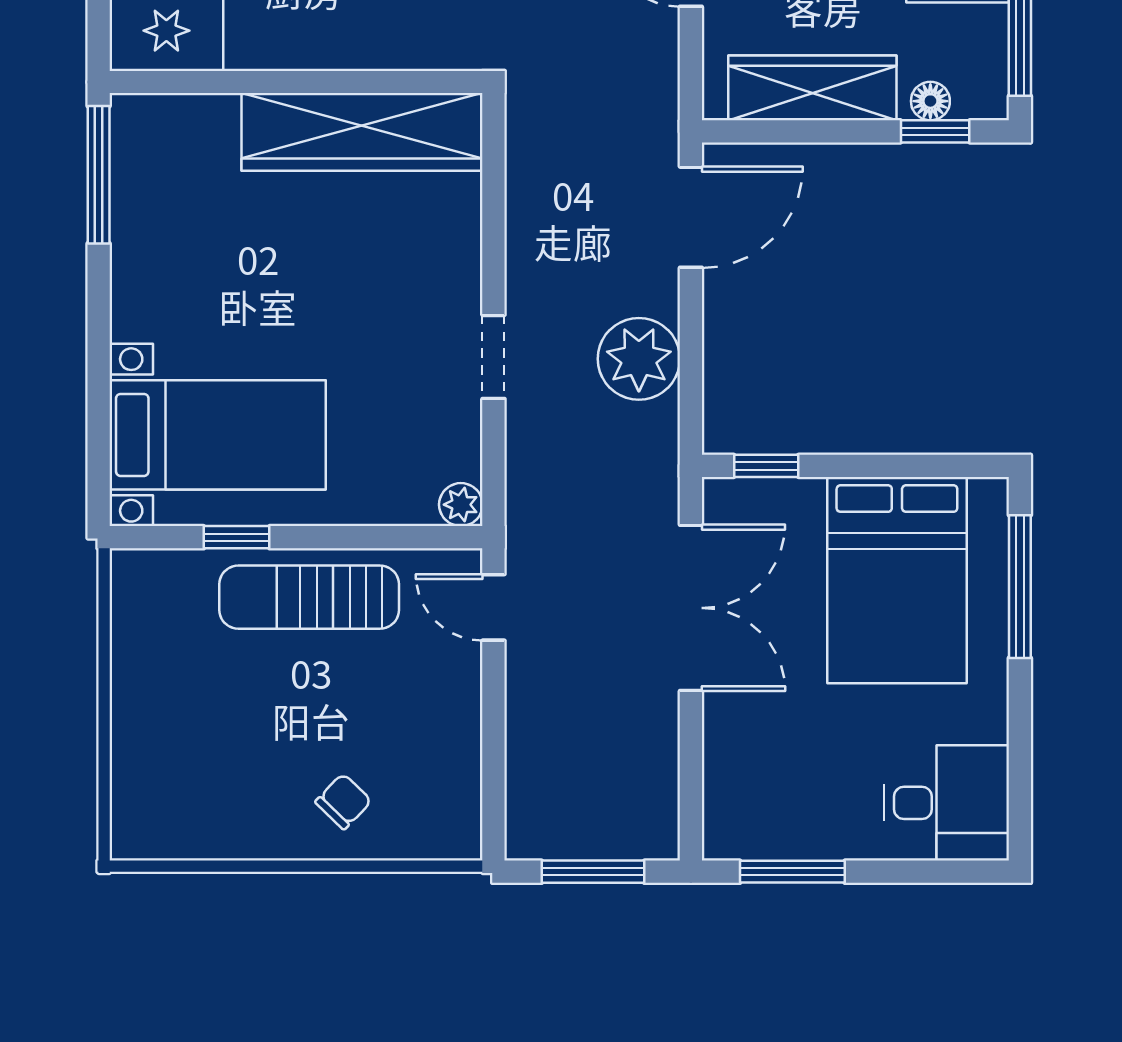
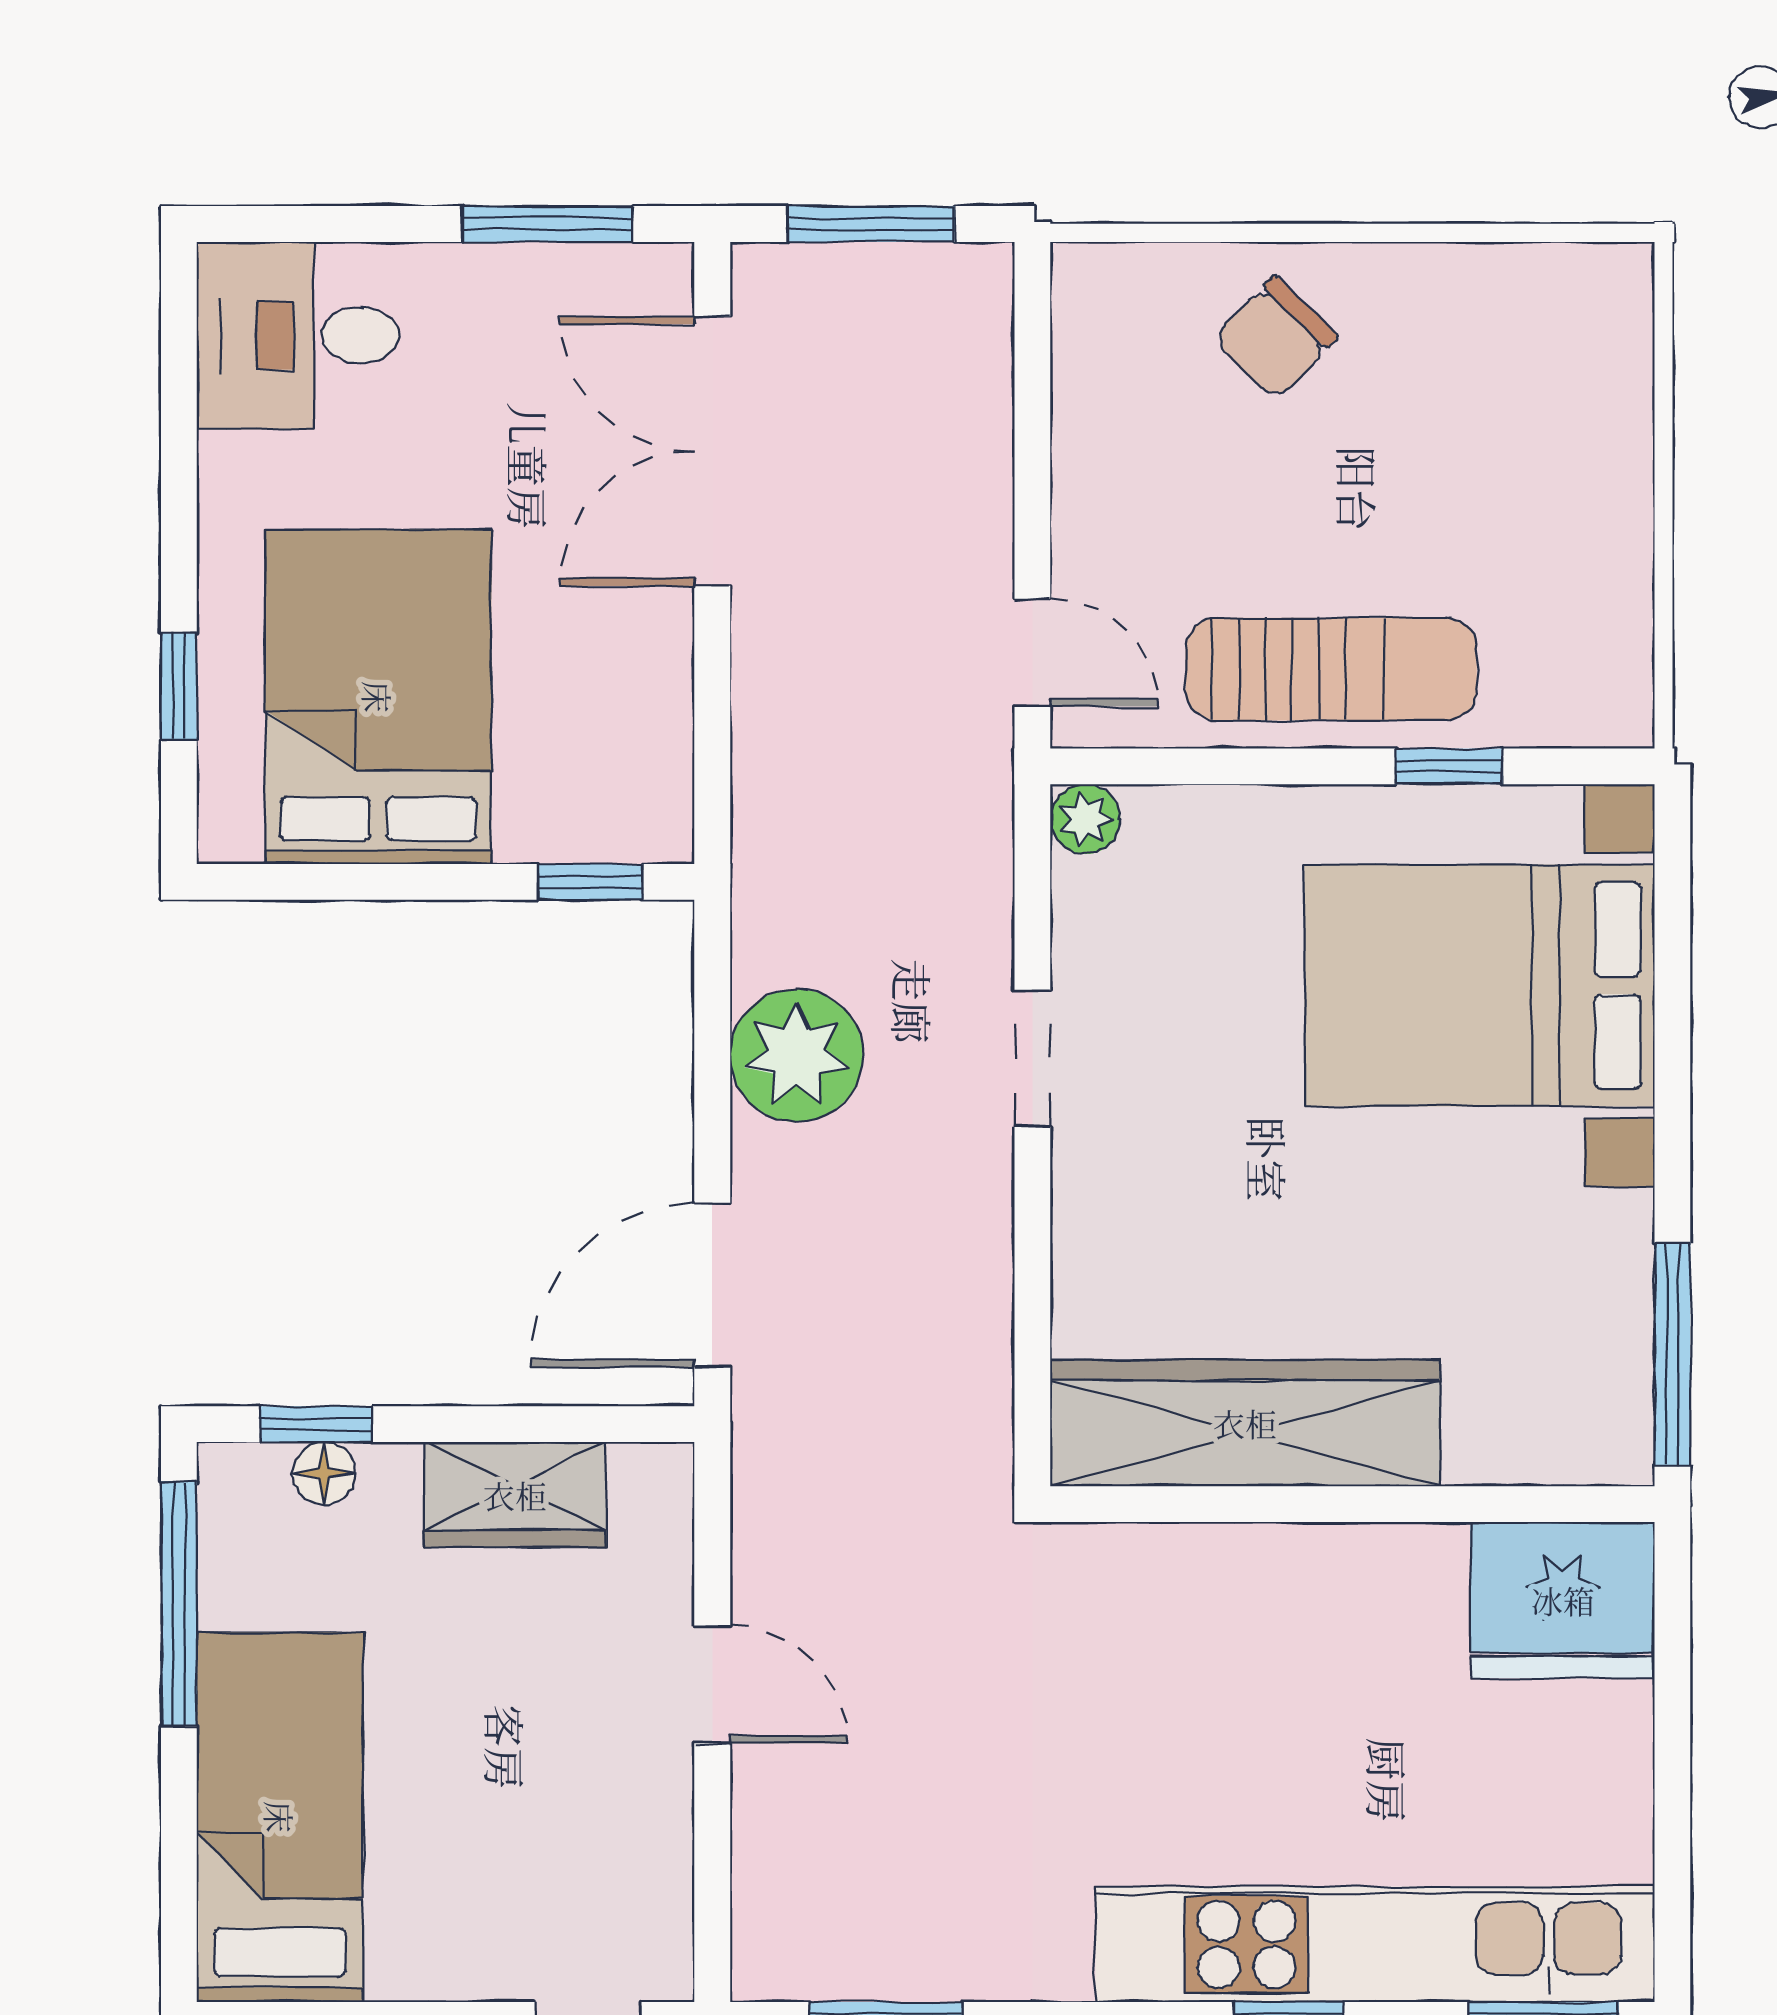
wardrobe: (812, 88) -> (515, 1495), width x0.67
bed with nightstands: (218, 435) -> (1480, 985), width x1.36
window: (1020, 587) -> (179, 686), width x0.46
double door: (691, 608) -> (712, 451), moved
chair: (343, 801) -> (1276, 338), width x1.37, depth x1.37

